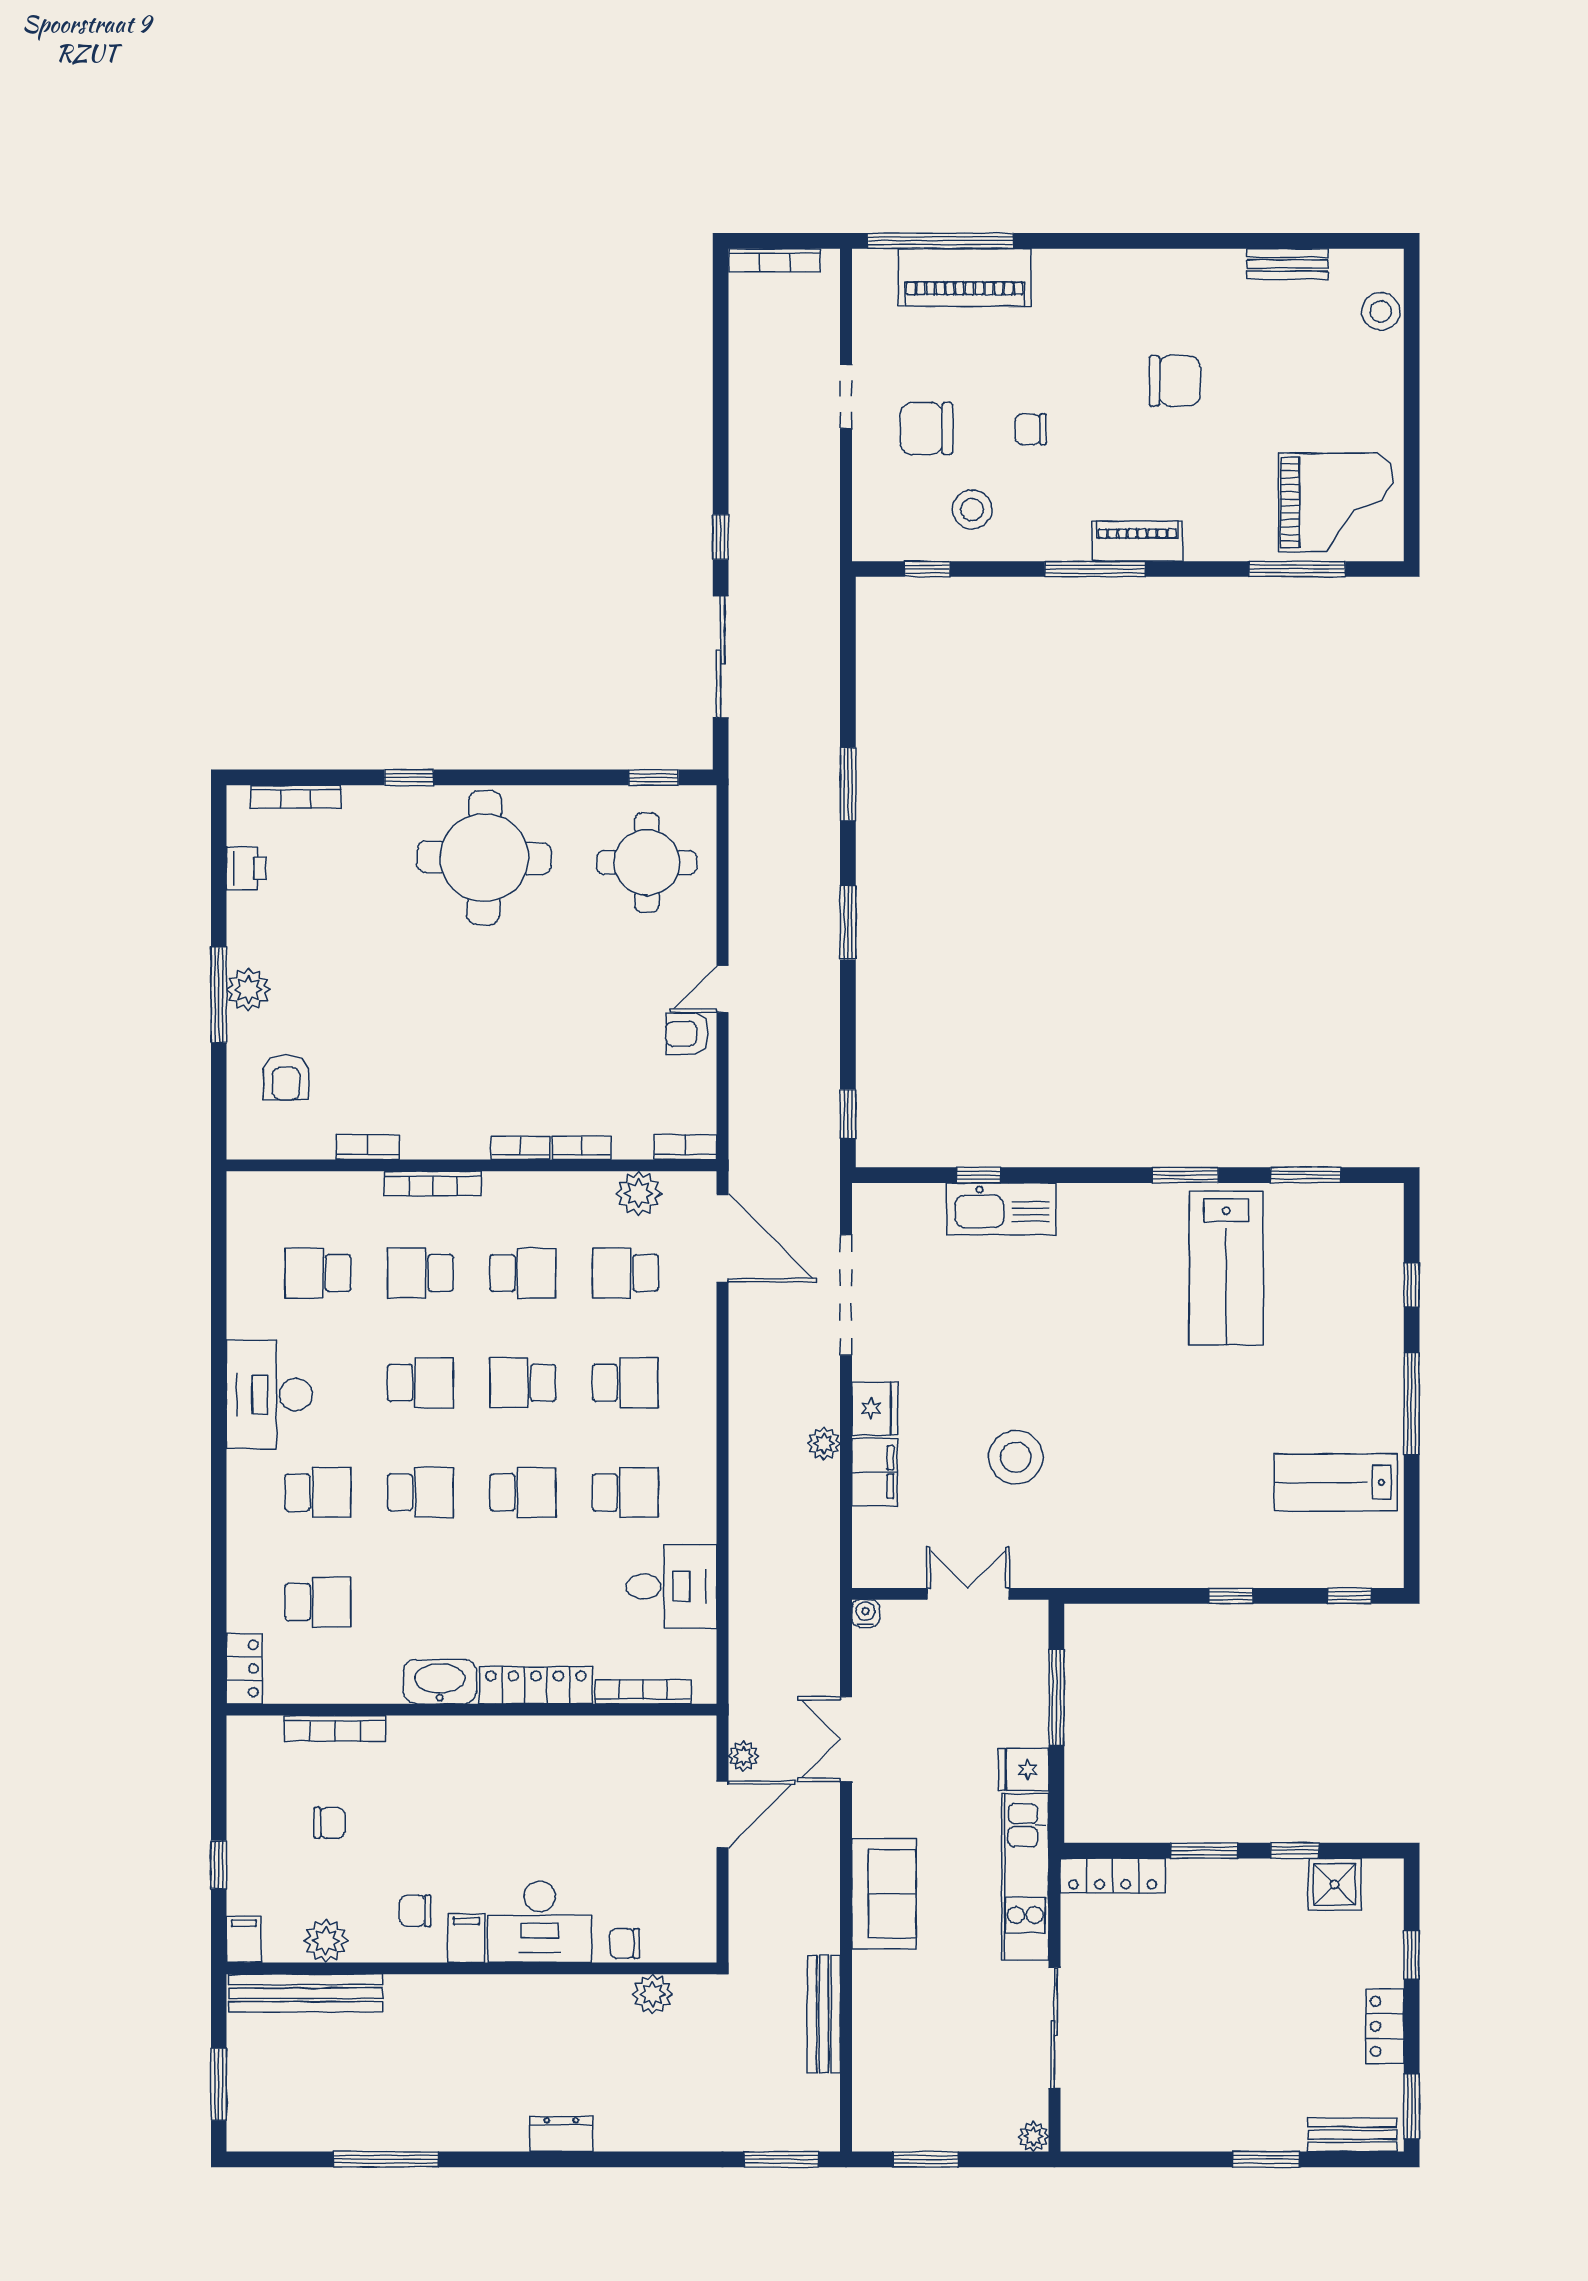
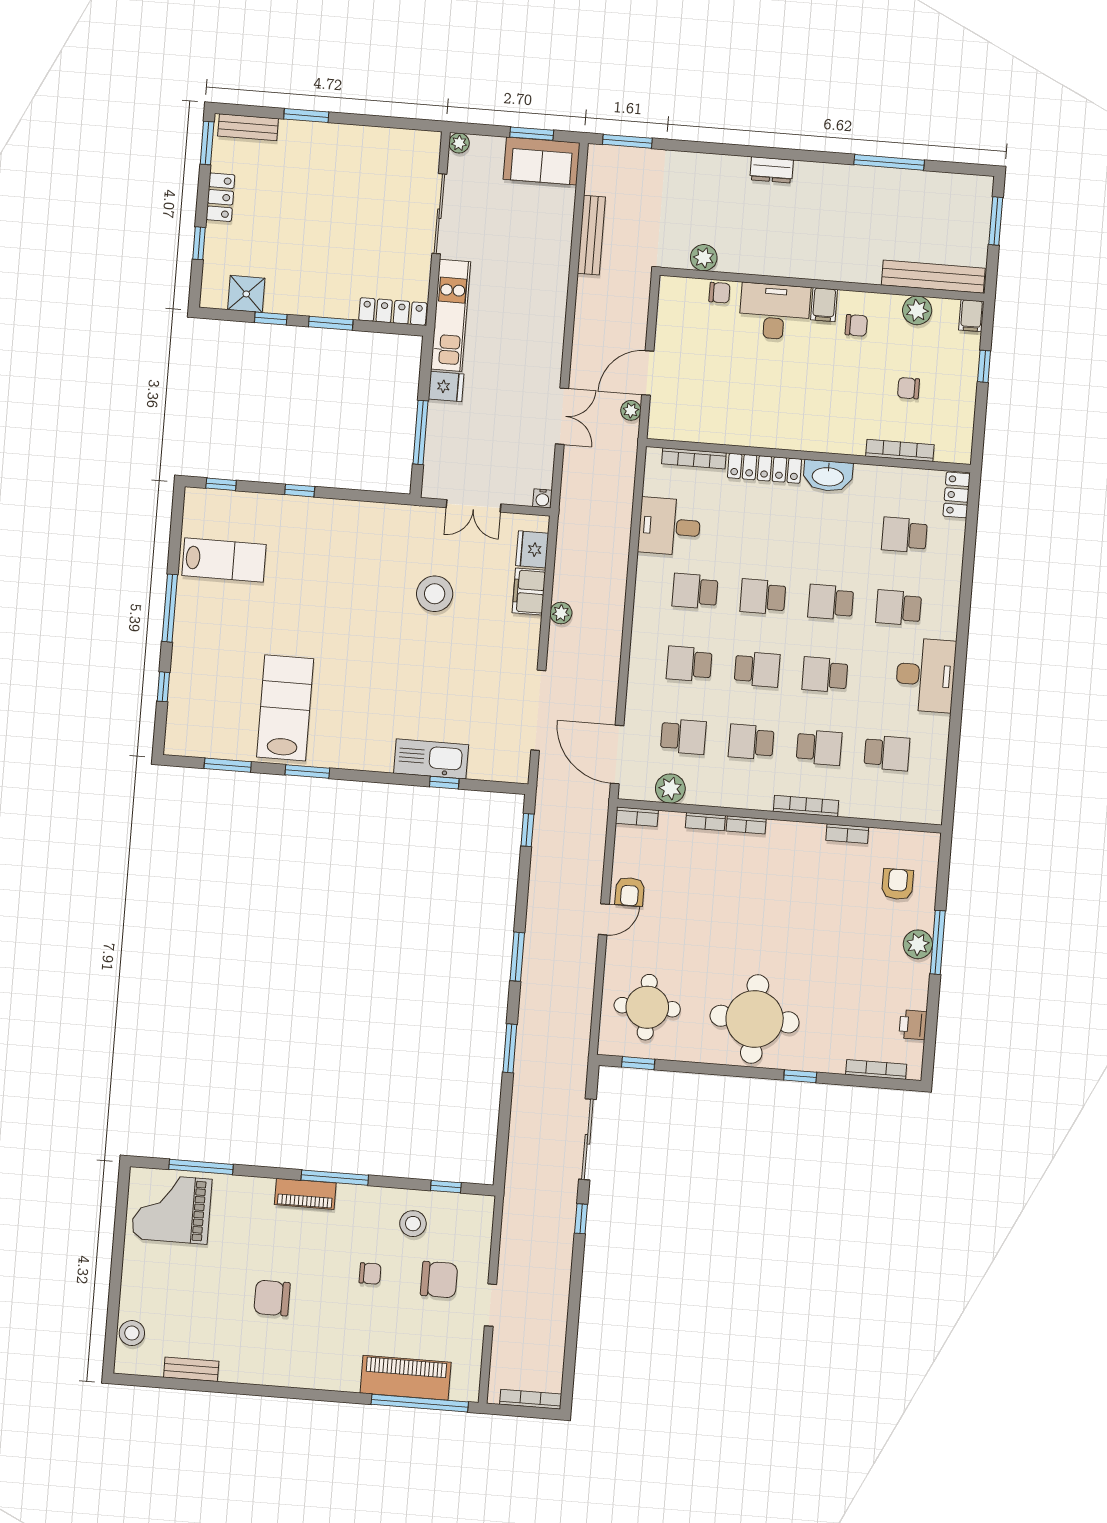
armchair: (687, 1034) -> (630, 892), turned 90
fridge: (875, 1408) -> (532, 549), moved
sofa: (884, 1894) -> (542, 161), moved, turned -90

